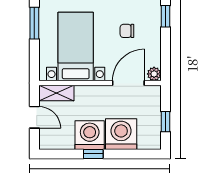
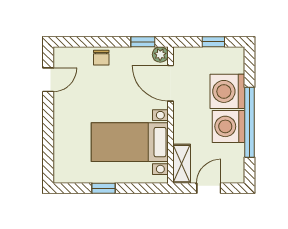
window: (166, 16) -> (143, 42), moved
window: (34, 23) -> (103, 188), width x0.67
chair: (127, 31) -> (101, 58), moved
window: (93, 154) -> (250, 122), width x3.17

